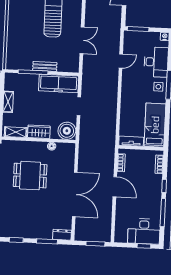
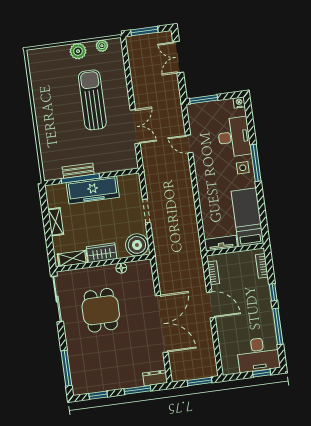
door: (121, 61) -> (189, 144), swing flipped
bench: (45, 66) -> (78, 171), moved
freezer: (59, 83) -> (93, 190), moved
dining table: (30, 176) -> (101, 310), turned 90

